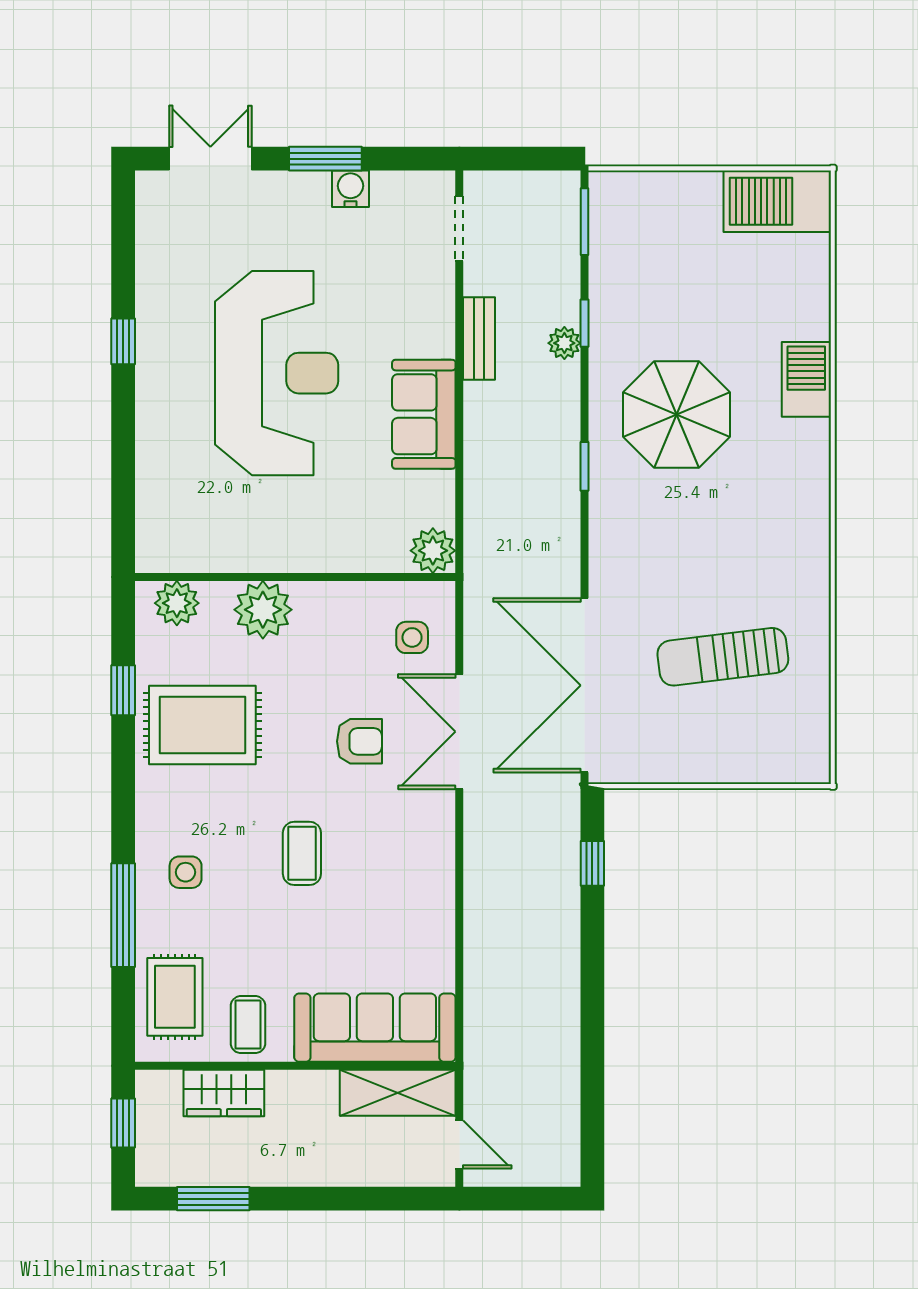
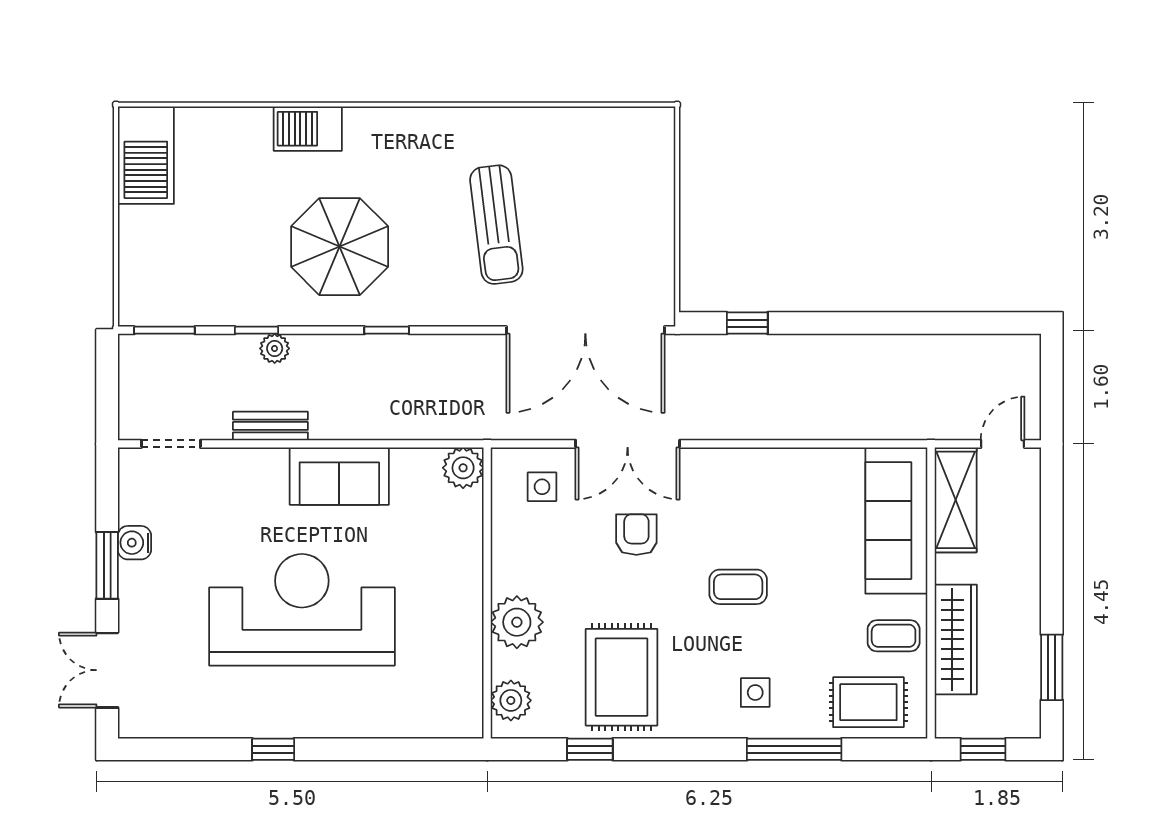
sun lounger: (723, 657) -> (496, 225), moved
wardrobe: (224, 1093) -> (956, 639), width x1.50

